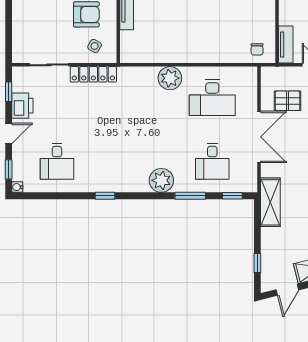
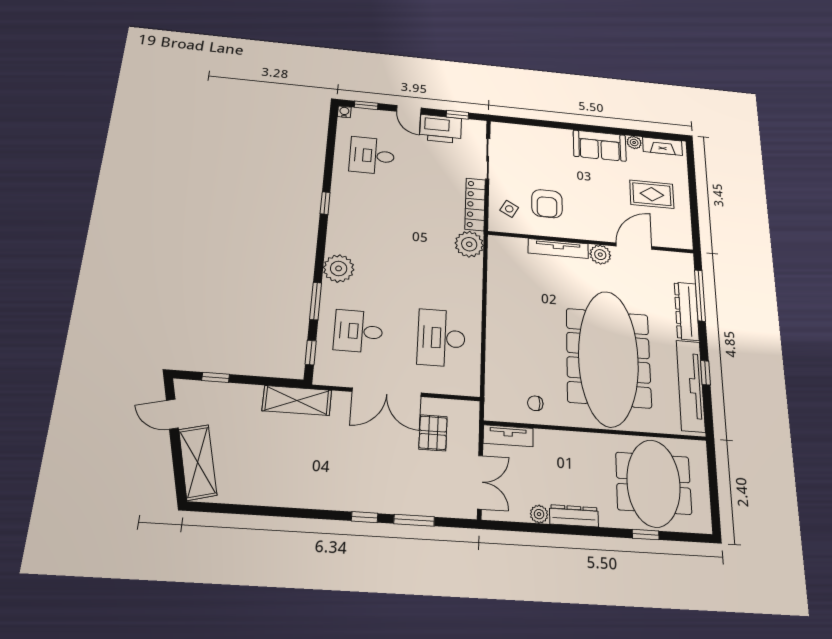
chair: (257, 49) -> (535, 403), moved
plant: (170, 78) -> (469, 244), moved
printer: (22, 106) -> (441, 129), width x1.37, depth x1.19

